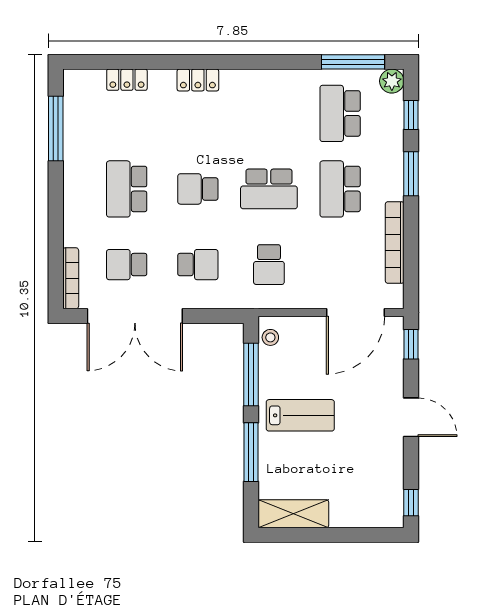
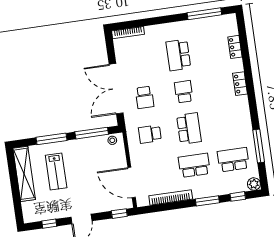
window: (353, 62) -> (259, 146), moved
school desk: (127, 189) -> (178, 55), turned -90
school desk: (269, 189) -> (189, 128), turned 180
school desk: (127, 265) -> (139, 61), removed
double door: (135, 316) -> (116, 89), moved
lab bench: (300, 415) -> (56, 171), moved
window: (411, 503) -> (49, 224), moved
shelving: (293, 514) -> (24, 174), width x1.47

